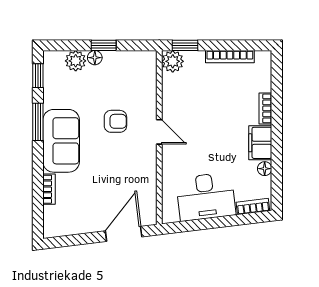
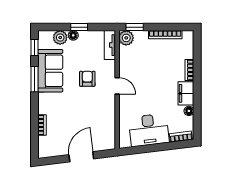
tv unit: (149, 72) -> (110, 45), added
armchair: (115, 121) -> (87, 79), turned -90
sofa: (61, 141) -> (50, 71), moved
door: (124, 234) -> (81, 157), moved

